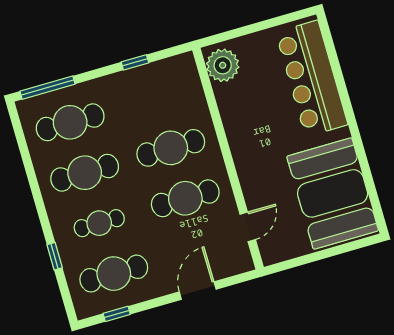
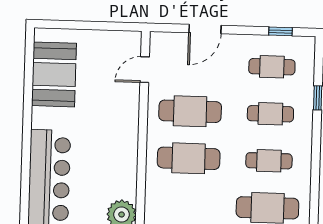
cafe table: (85, 173) -> (269, 161), width x0.73, depth x0.74
booth: (333, 193) -> (54, 74), width x0.73, depth x0.70
cafe table: (114, 274) -> (272, 67), width x0.73, depth x0.74

